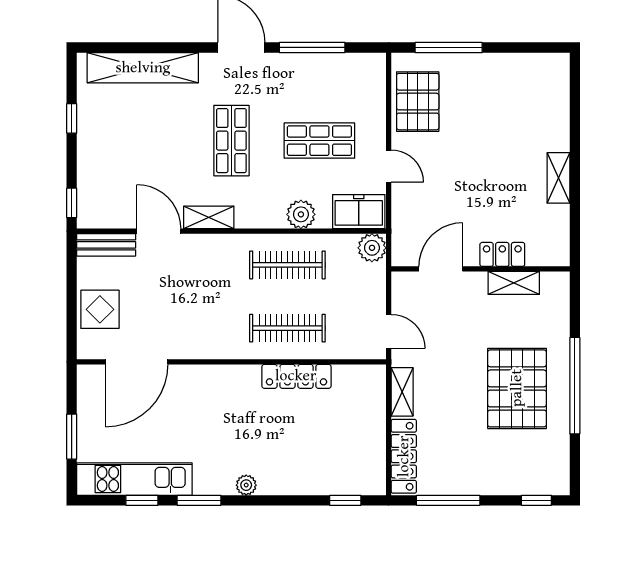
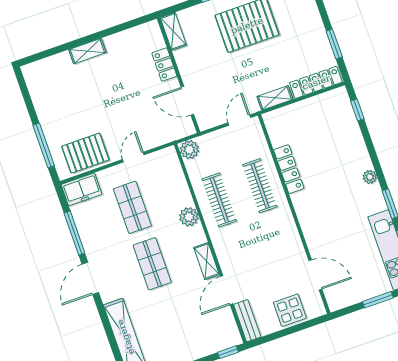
shop shelf: (231, 141) -> (152, 264), turned 90
shelving: (558, 178) -> (87, 51), moved
freezer: (359, 212) -> (82, 189), moved, turned -90
plant: (301, 214) -> (189, 217), moved
shelving: (514, 283) -> (173, 31), moved
door: (137, 362) -> (315, 275), width x0.73
window: (448, 500) -> (334, 44), width x0.69

